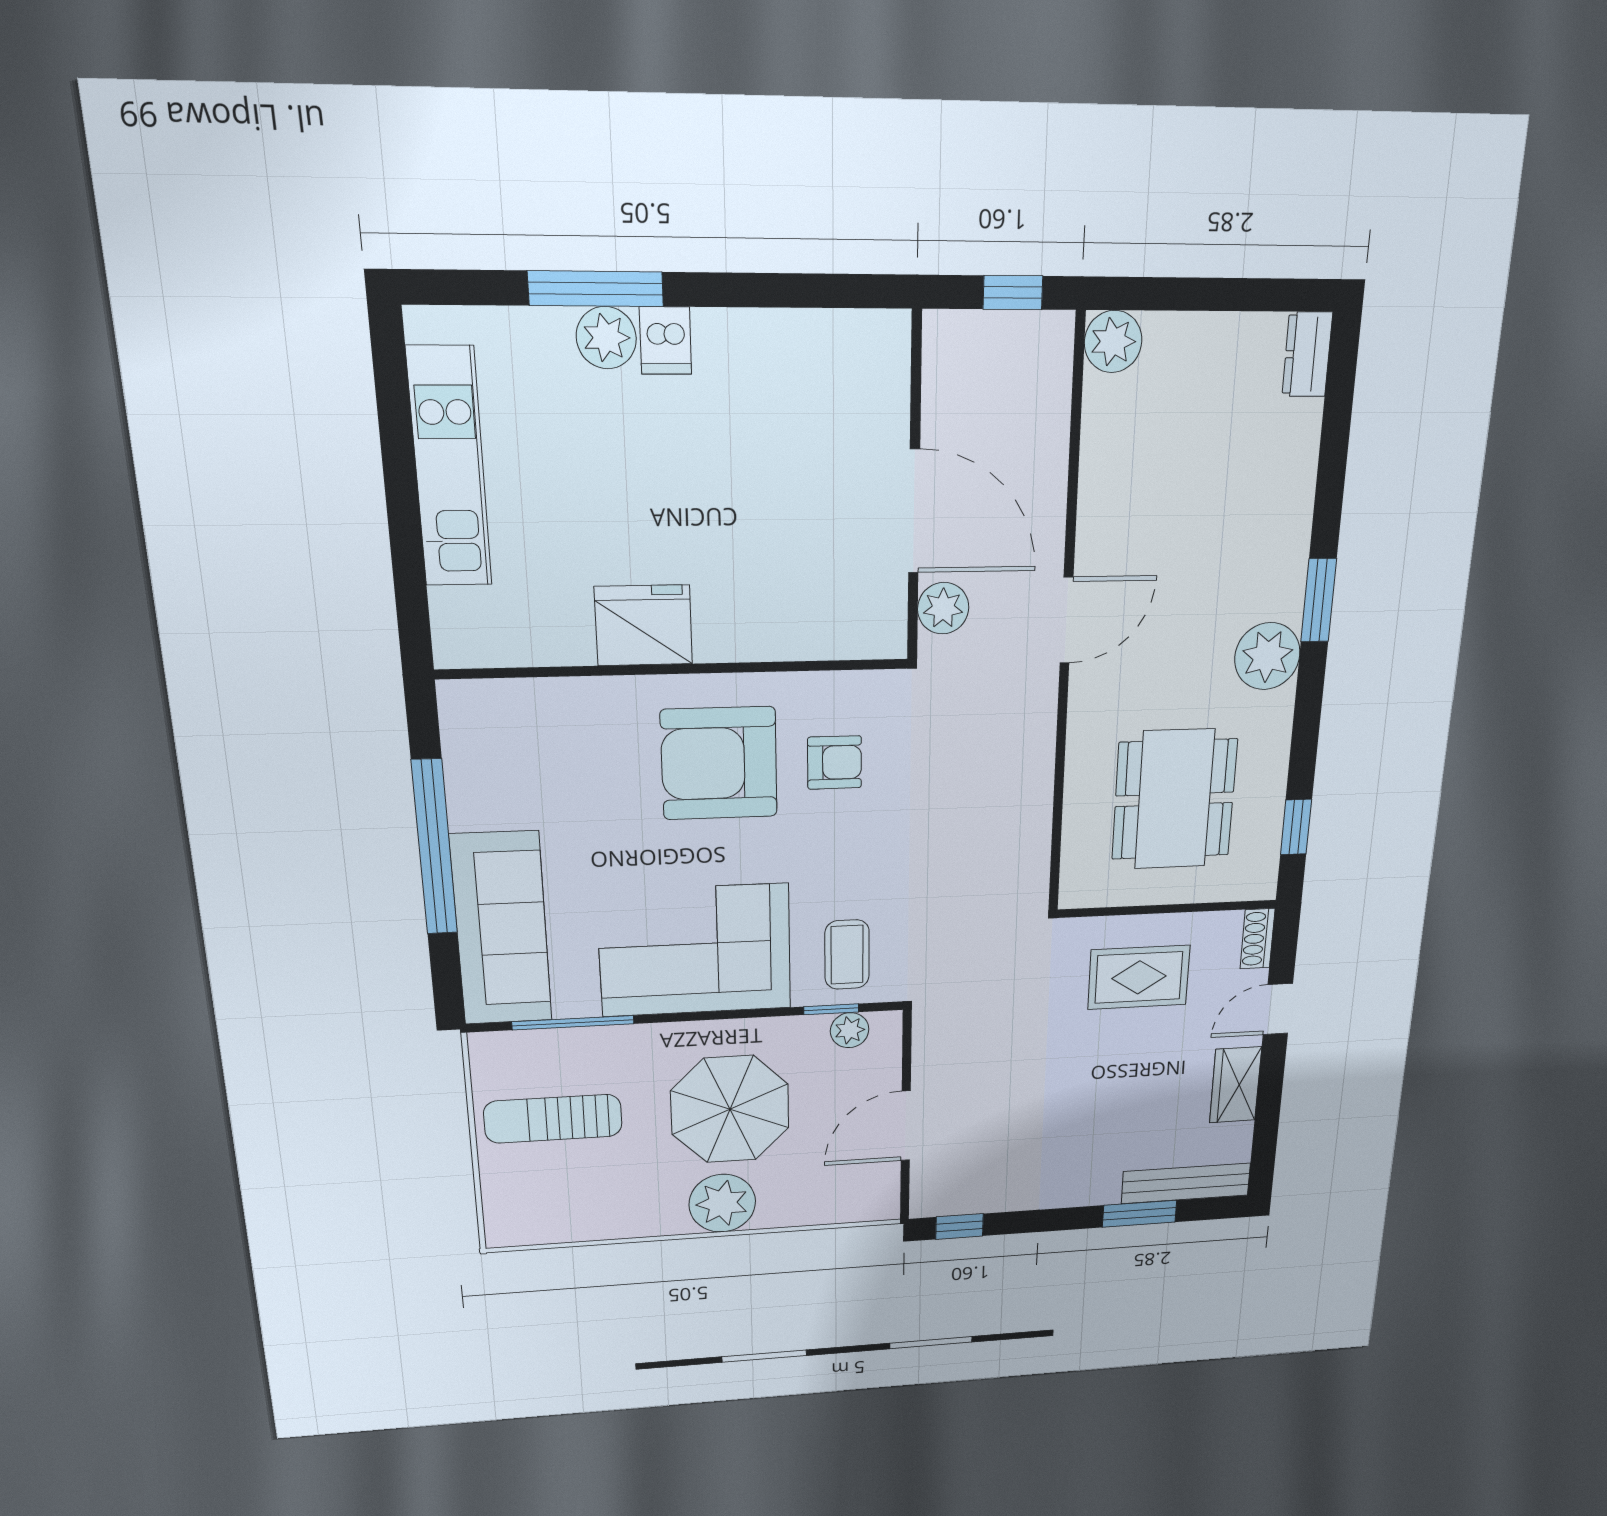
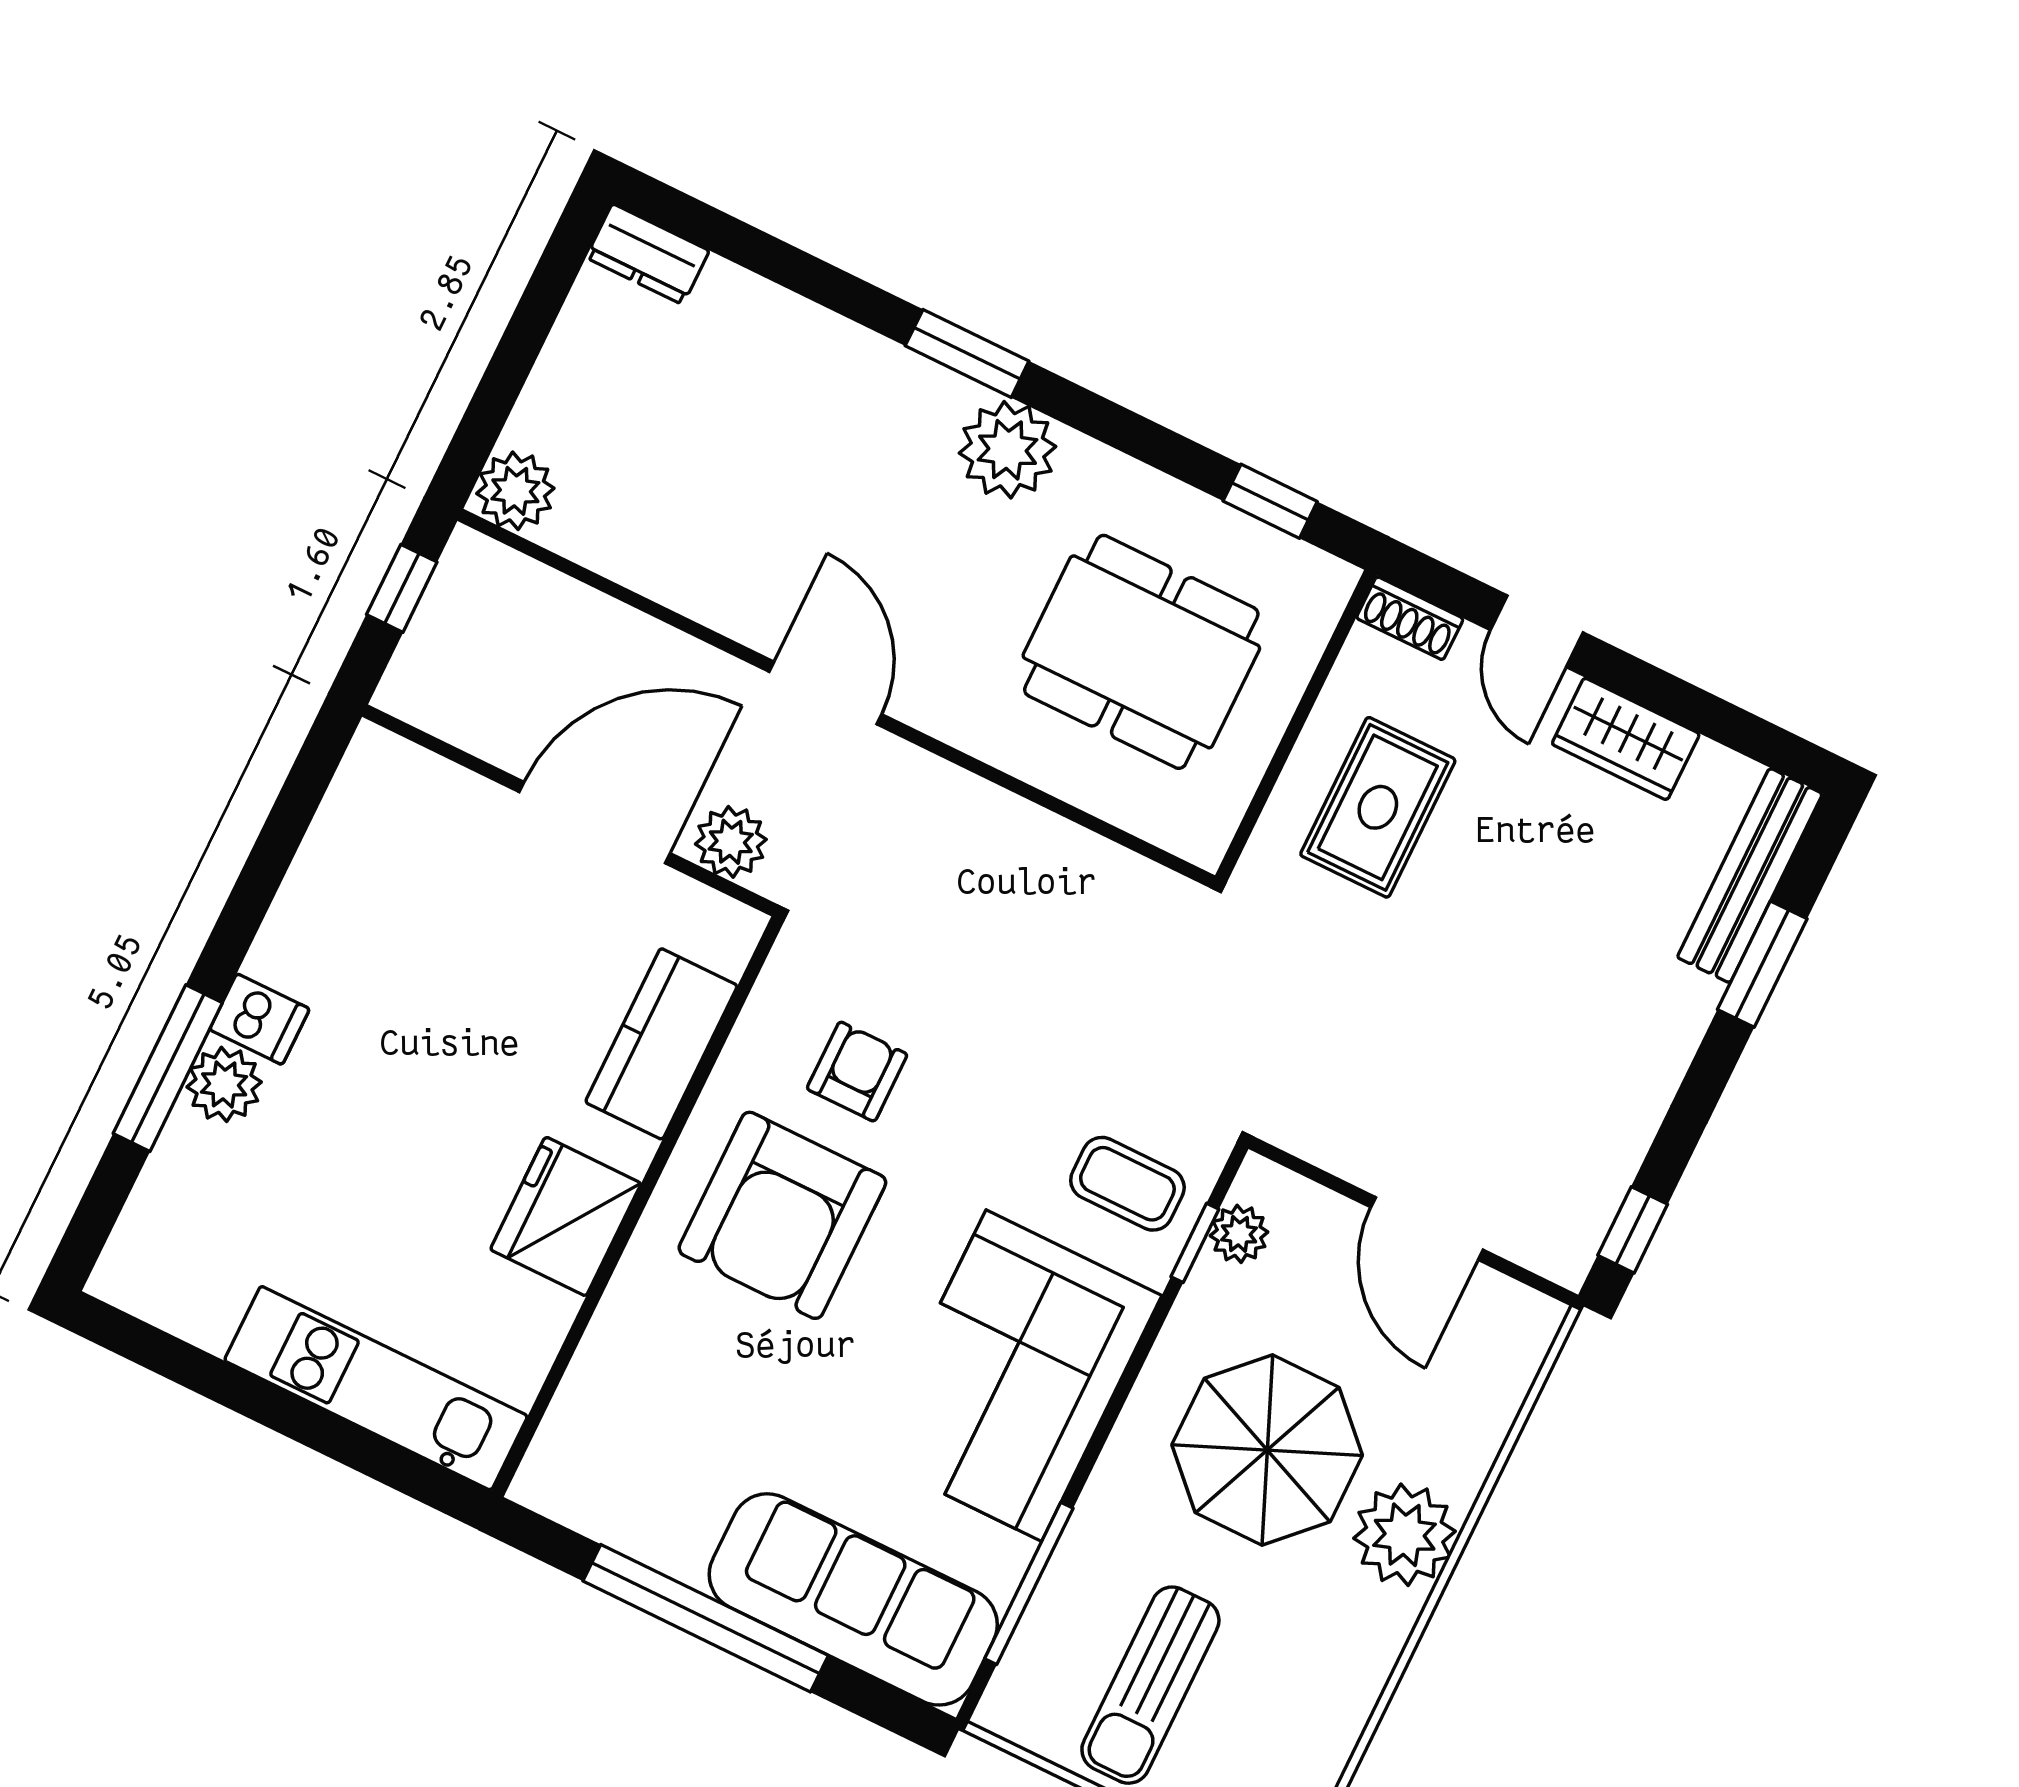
kitchen unit: (449, 468) -> (376, 1388), moved
kitchen counter: (790, 630) -> (661, 1044), added

